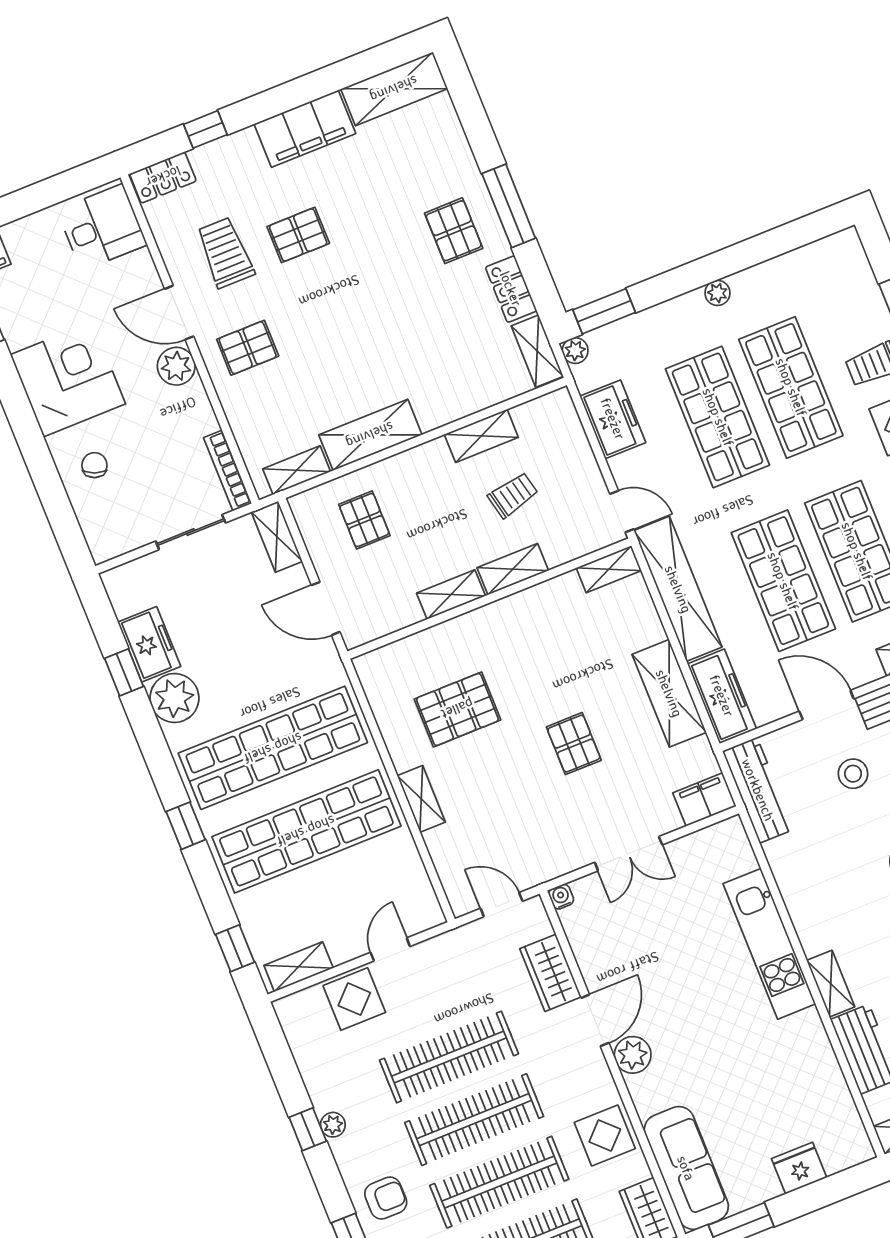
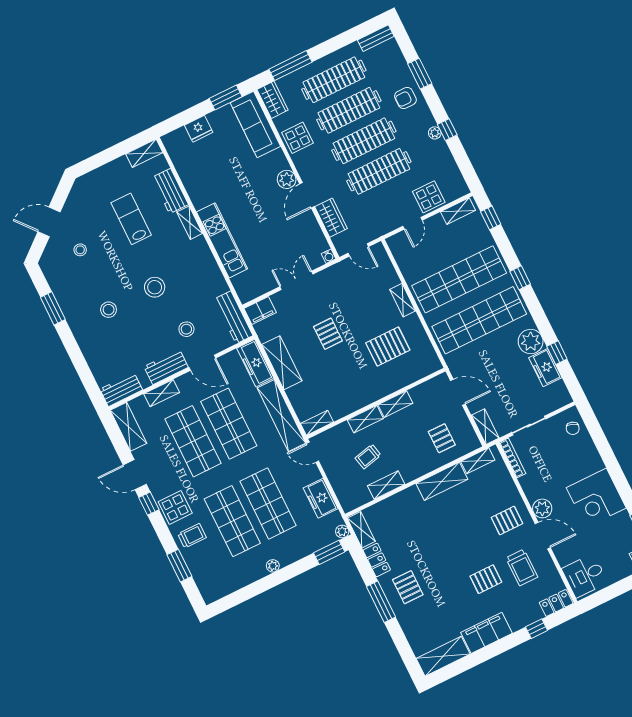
chair: (94, 465) -> (573, 428), moved

